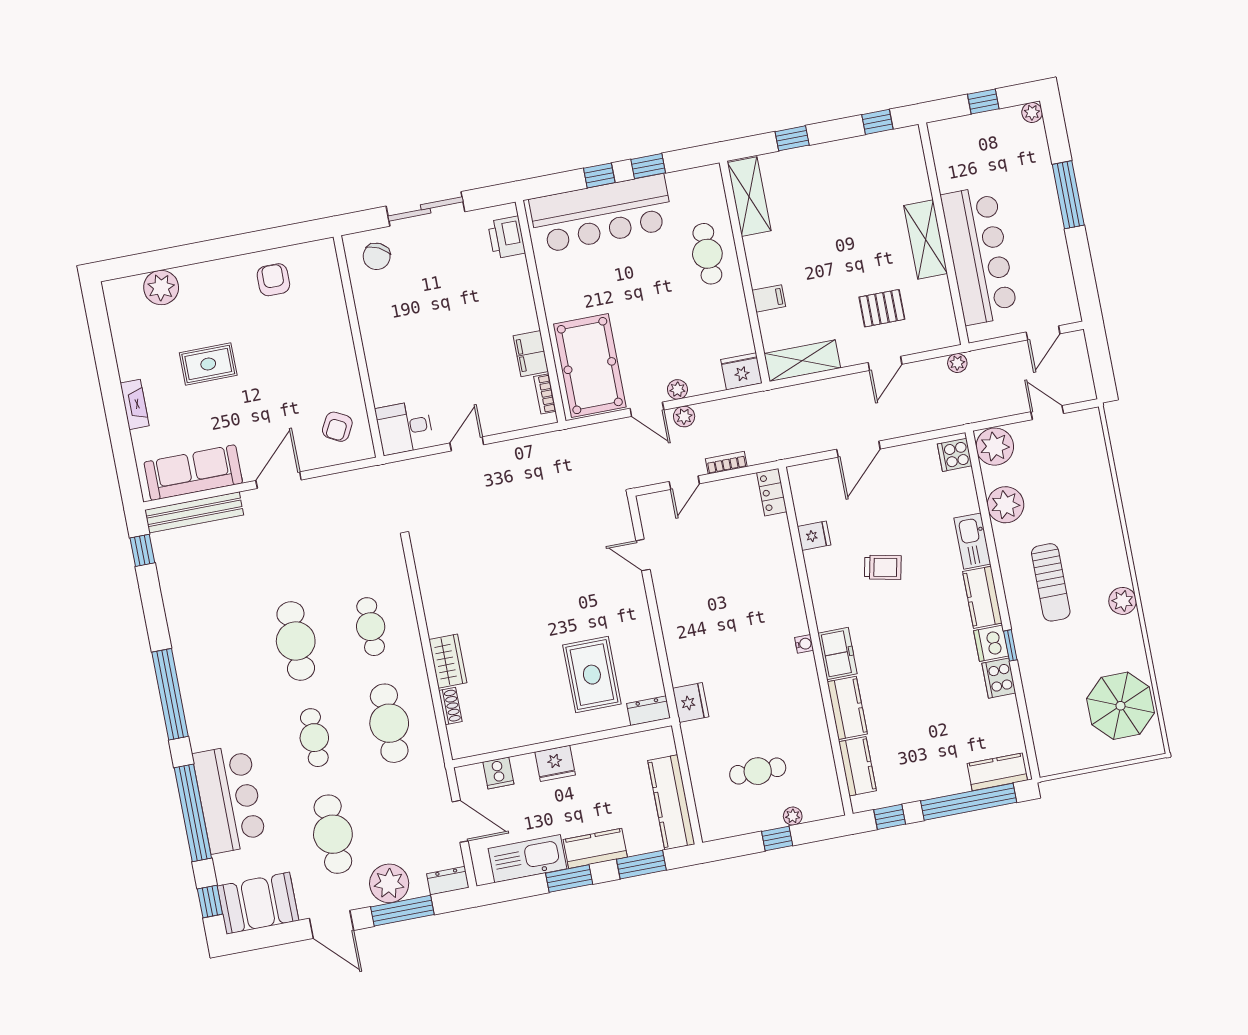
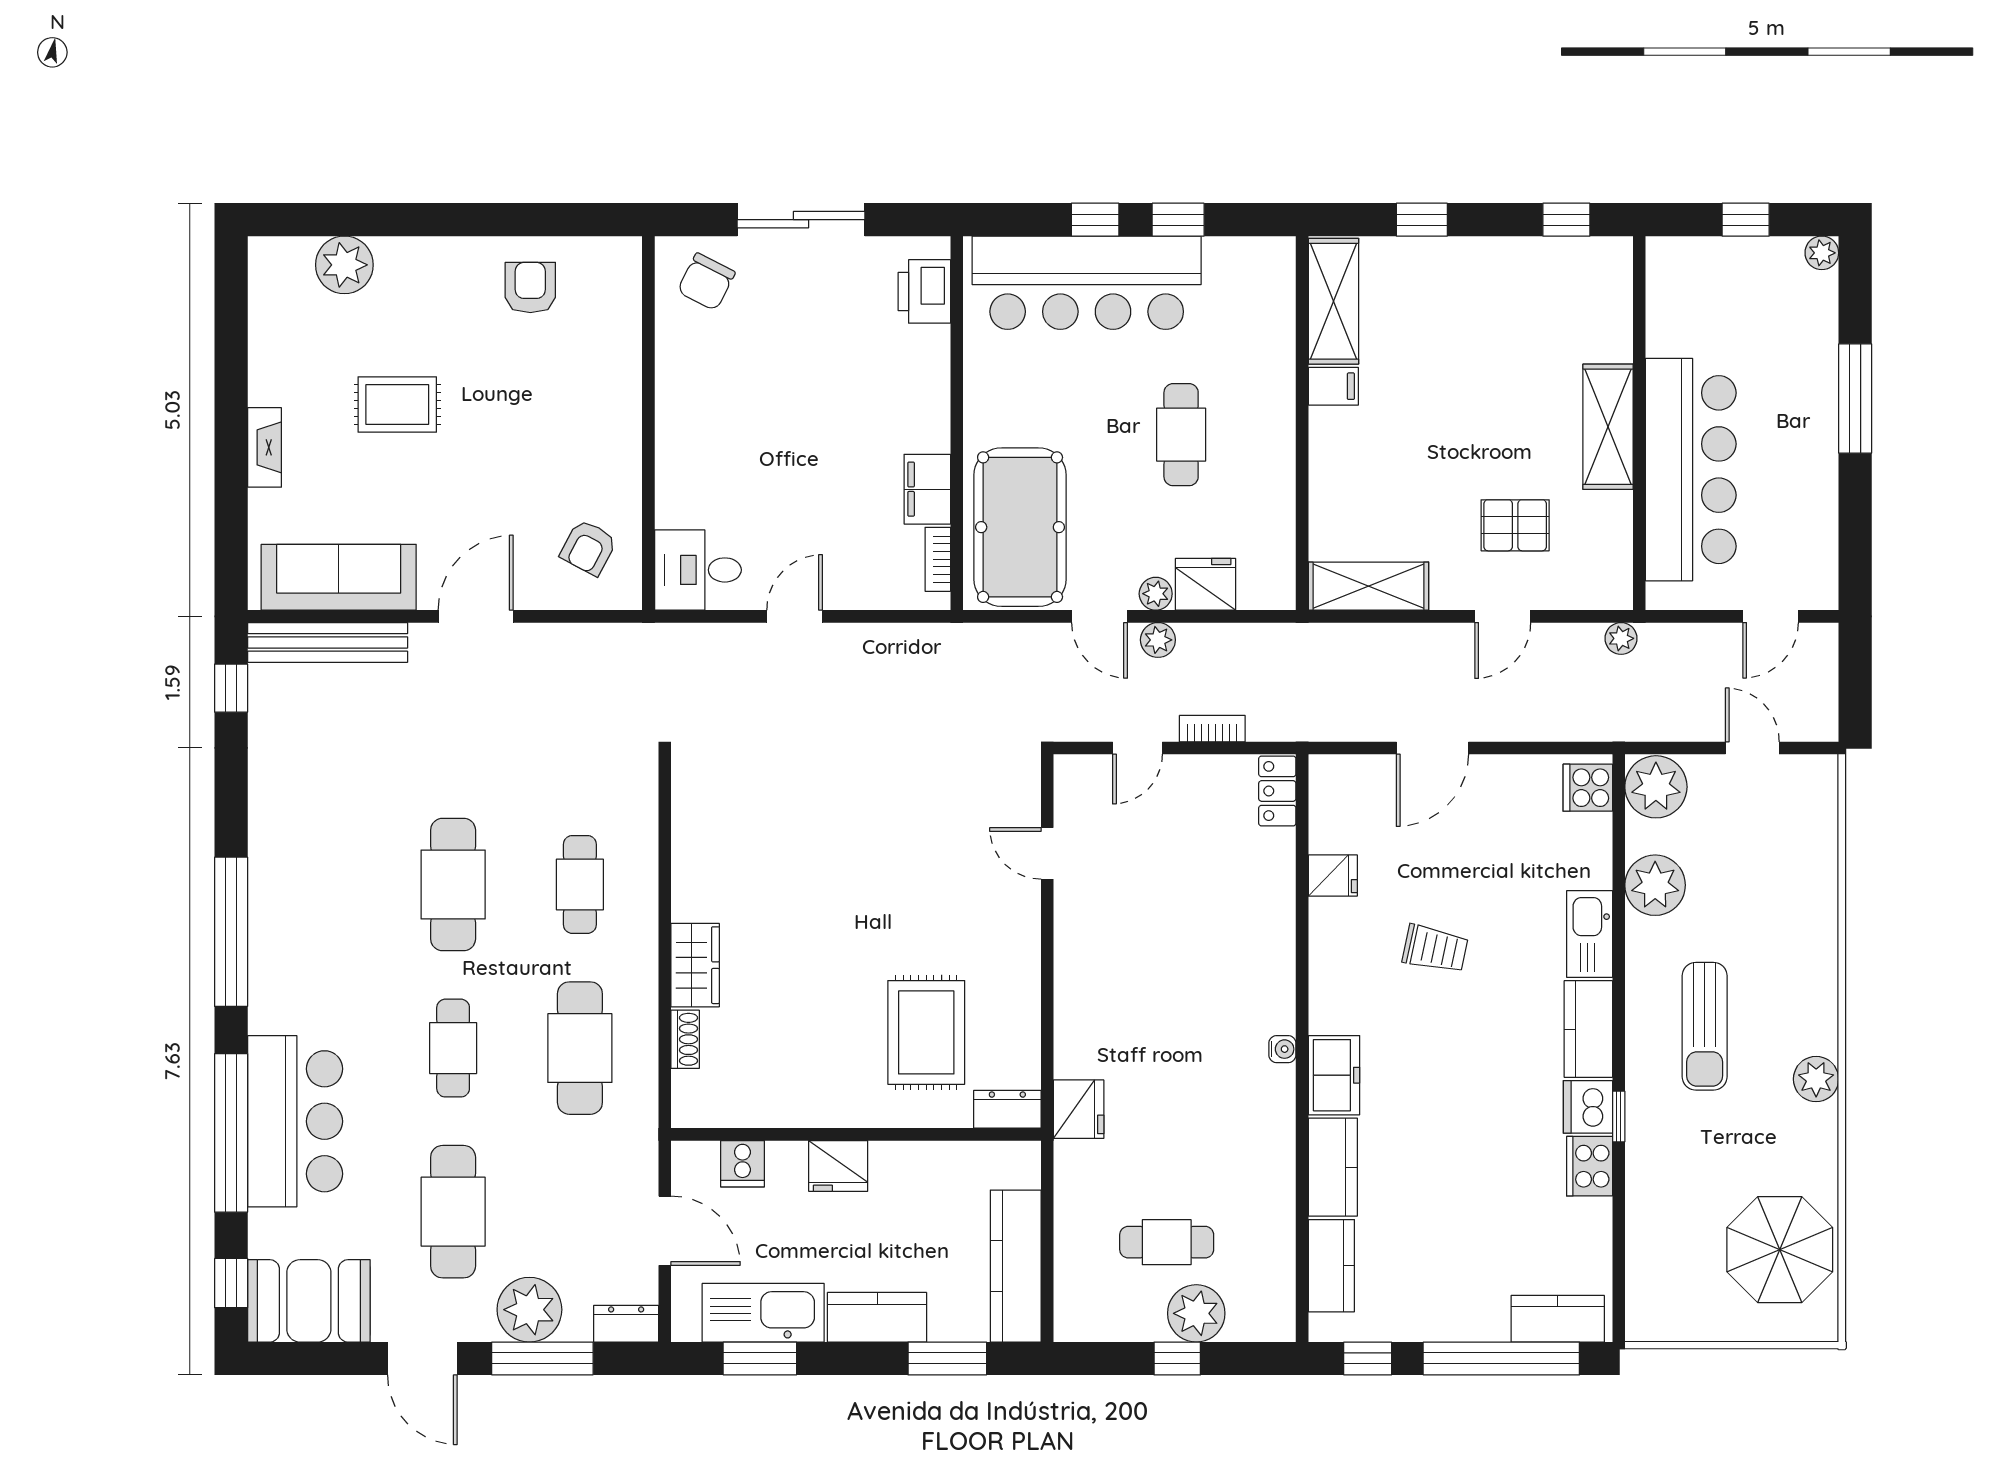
cafe table: (707, 254) -> (1181, 435), moved
filing cabinet: (769, 298) -> (1333, 386), moved
fridge: (741, 371) -> (1206, 584), moved
plant: (793, 816) -> (1196, 1313), width x1.88, depth x1.88
window: (569, 879) -> (760, 1358), moved

